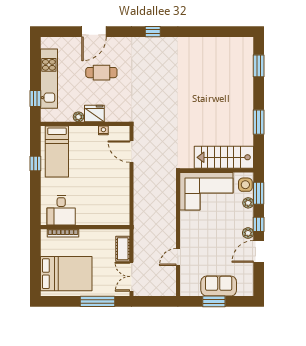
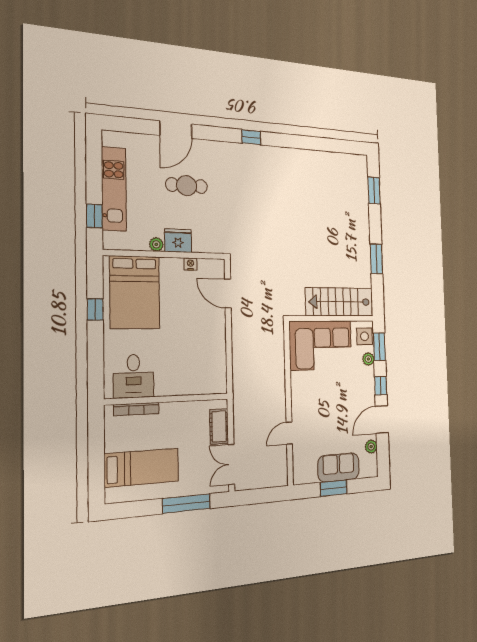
bed: (57, 151) -> (135, 292), width x1.50
plant: (248, 233) -> (371, 447), moved
bed: (66, 274) -> (142, 468), width x0.67

